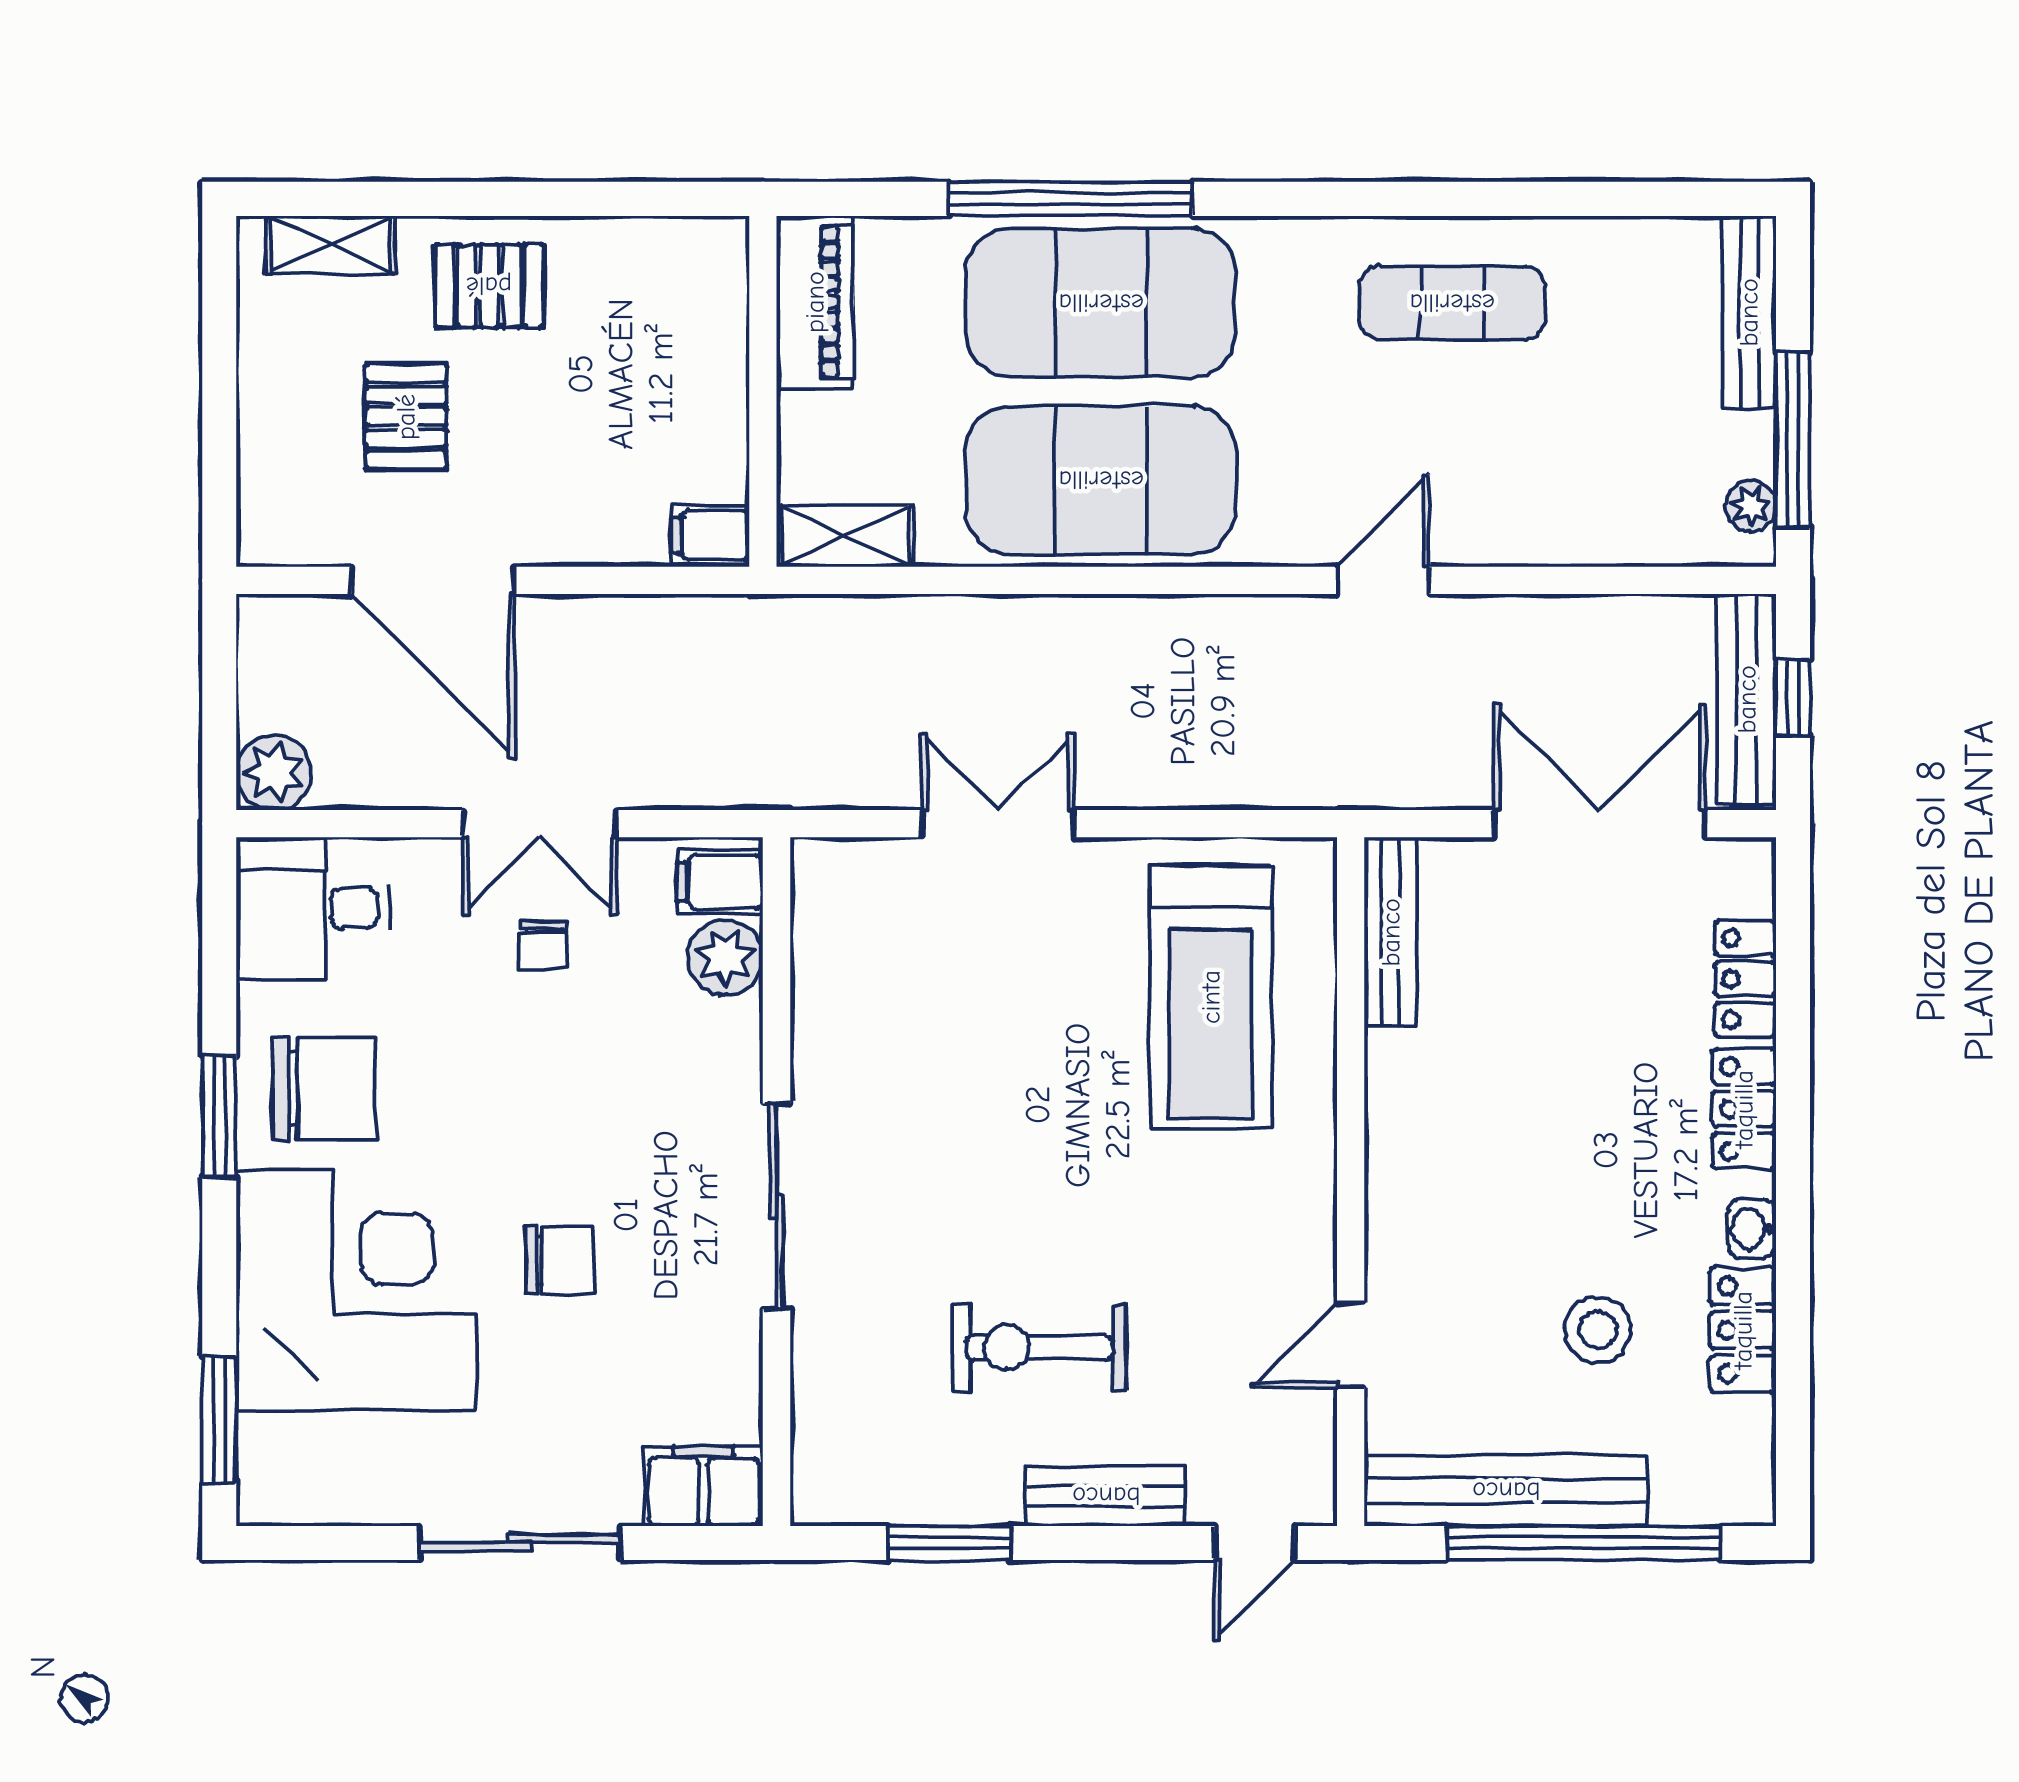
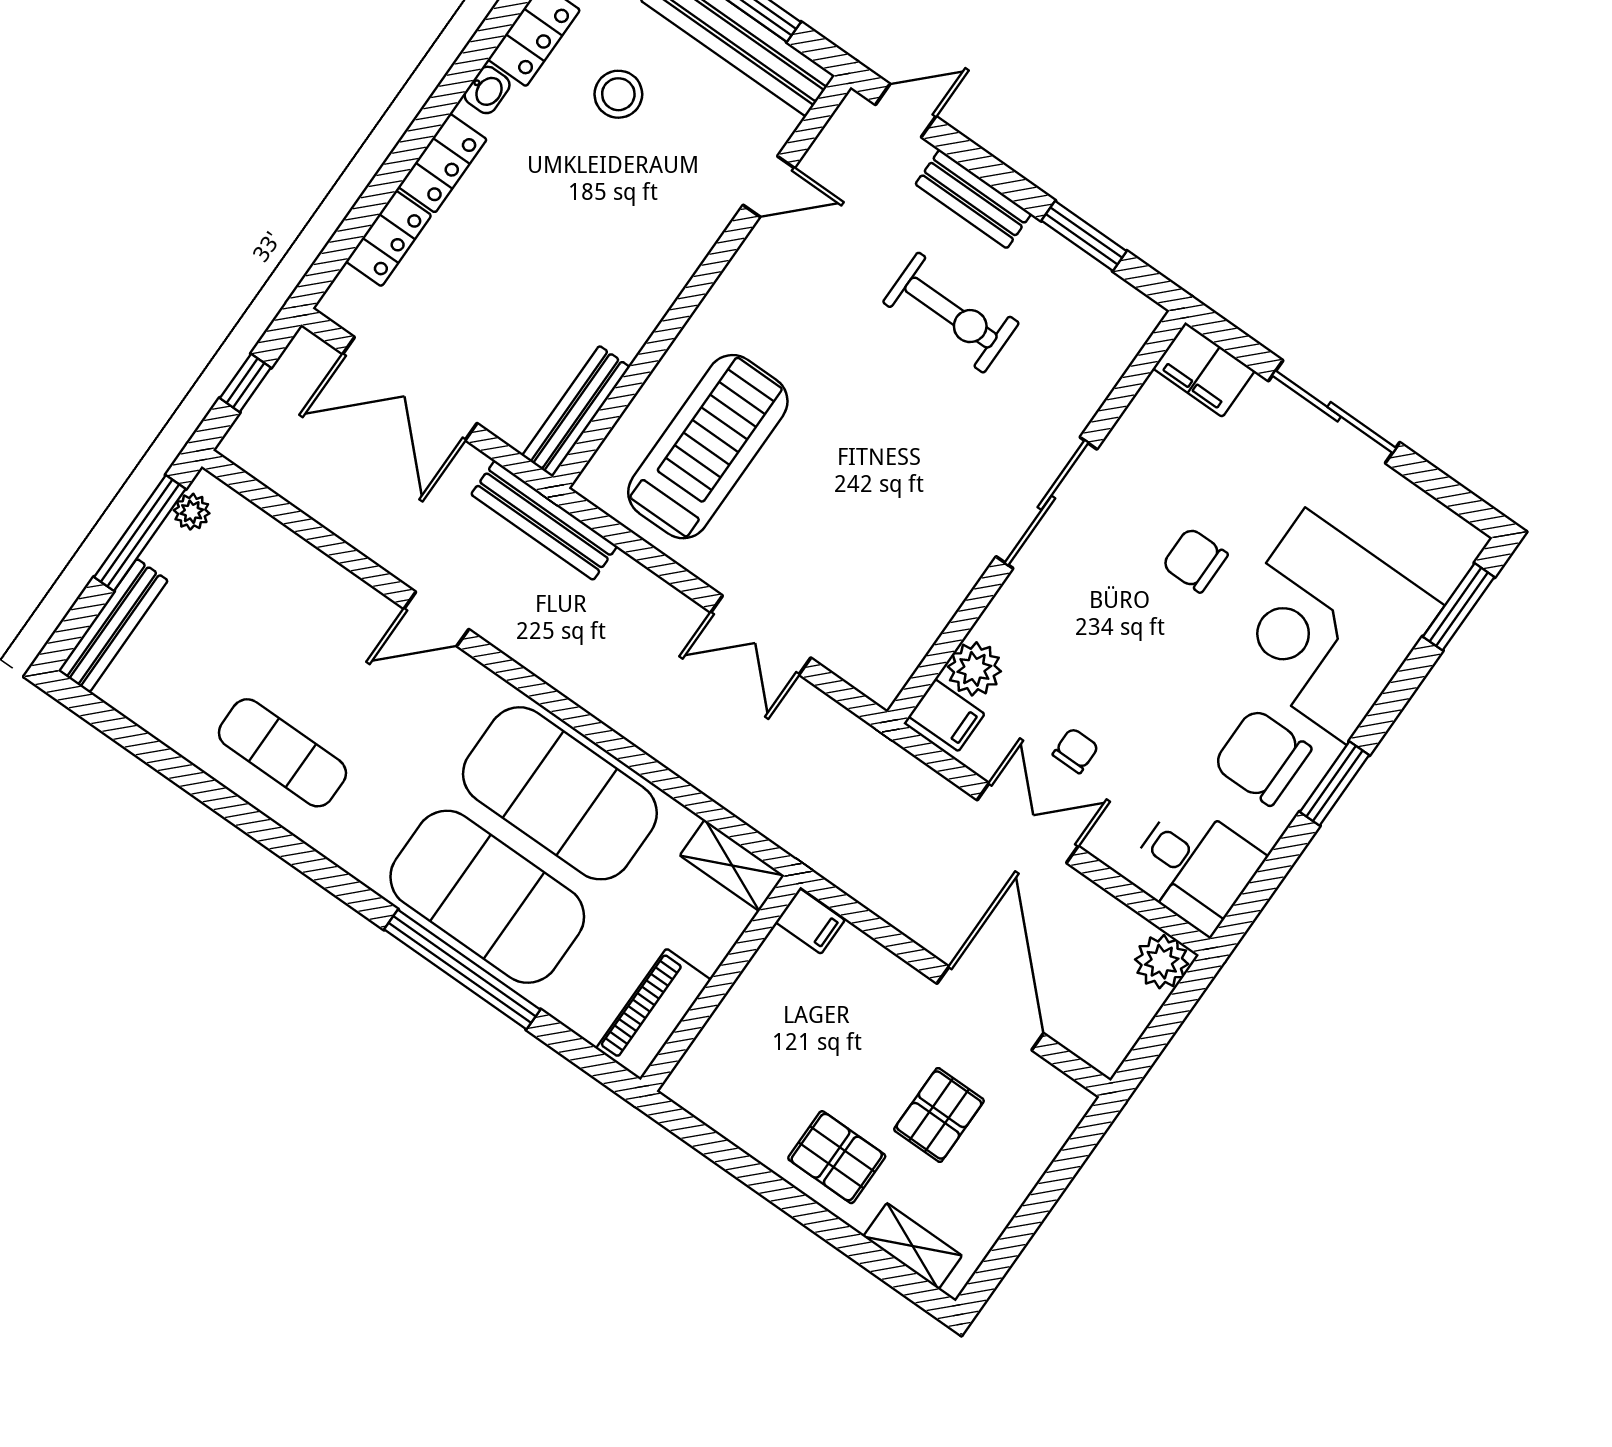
bench: (1747, 699) -> (544, 520), moved, turned 90

